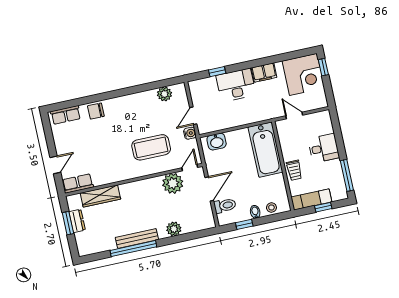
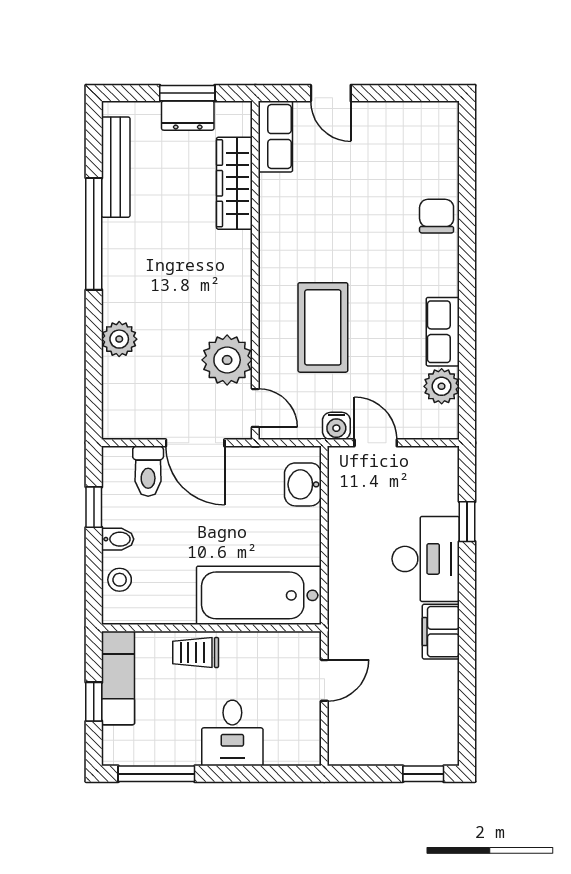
corner desk: (303, 74) -> (416, 723), removed
row of seats: (66, 115) -> (443, 332), moved
bench: (137, 238) -> (116, 167), moved

